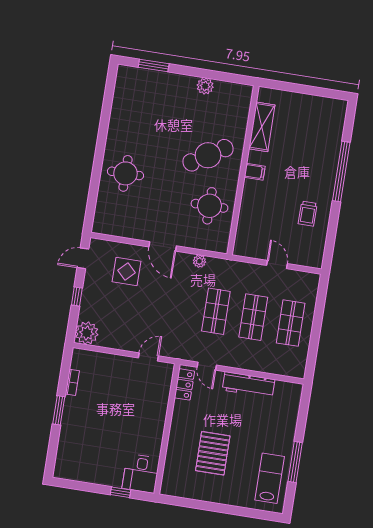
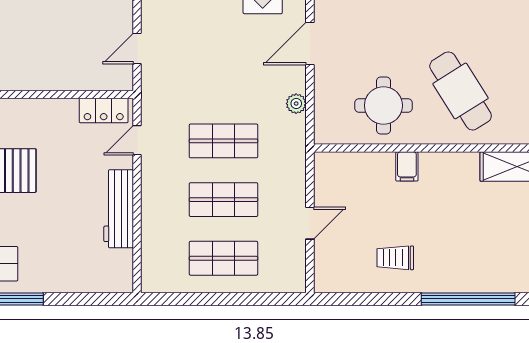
filing cabinet: (255, 172) -> (407, 166), moved
door: (148, 357) -> (137, 48), swing flipped

